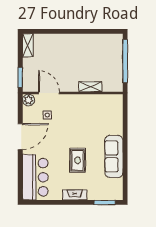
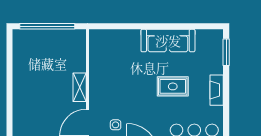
shelving: (90, 87) -> (80, 87), moved

